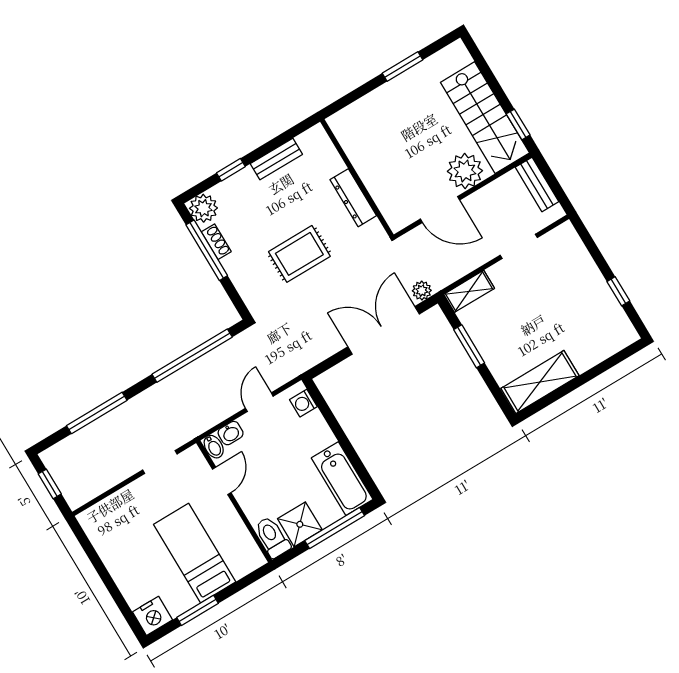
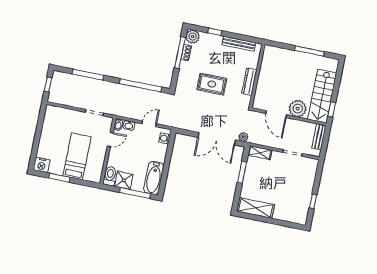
window: (402, 67) -> (309, 51), width x1.44
bench: (276, 159) -> (239, 44), width x1.36
double door: (384, 330) -> (217, 139), swing flipped

